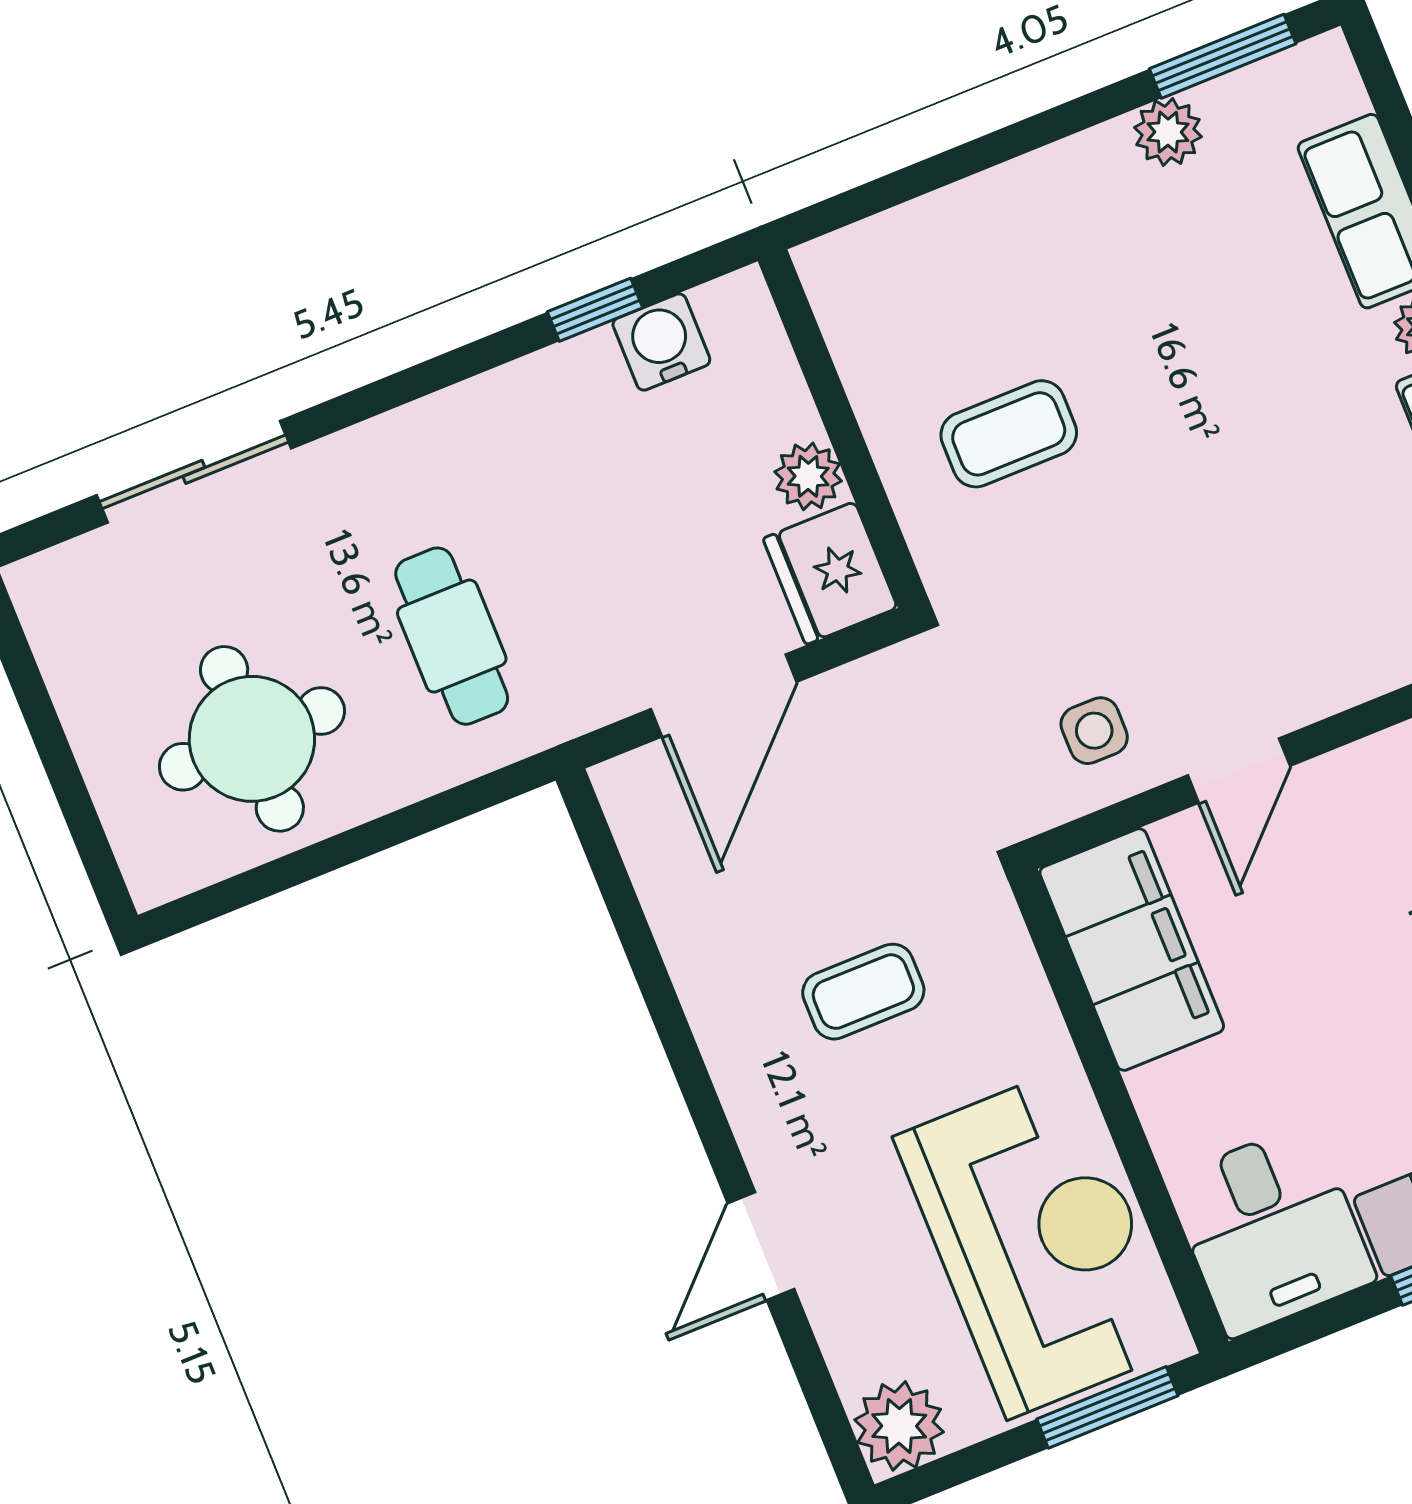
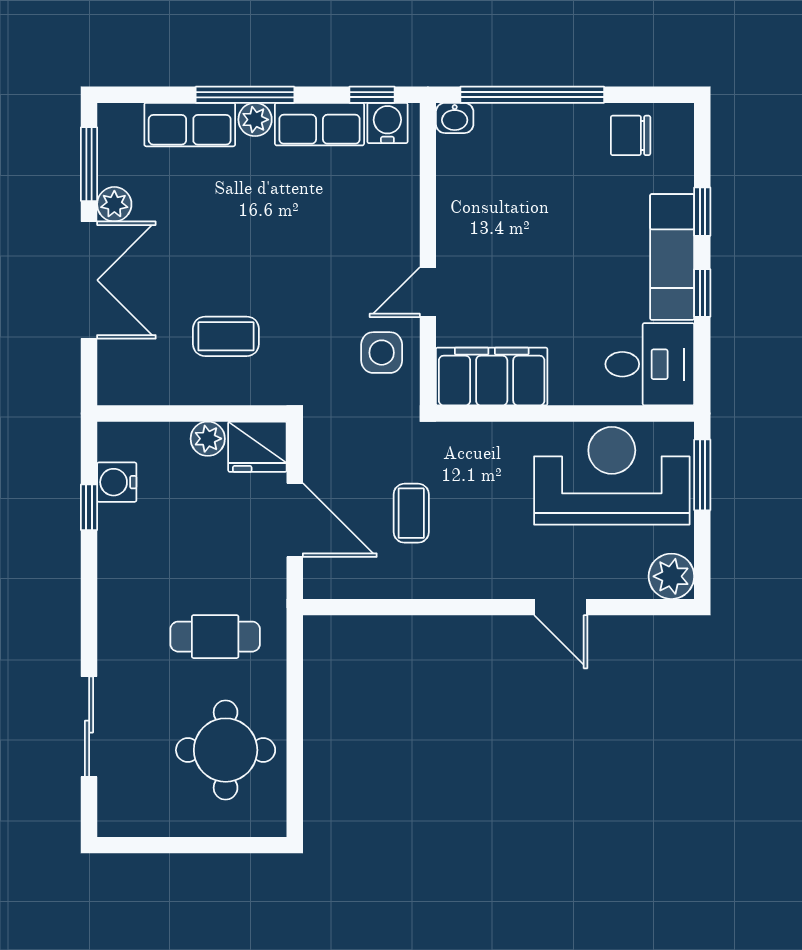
double door: (1011, 142) -> (89, 280), added
coffee table: (1009, 434) -> (226, 336), turned 90
side table: (1094, 731) -> (382, 353), width x1.37, depth x1.37
door: (1239, 771) -> (428, 292), swing flipped
coffee table: (863, 992) -> (411, 513), moved

